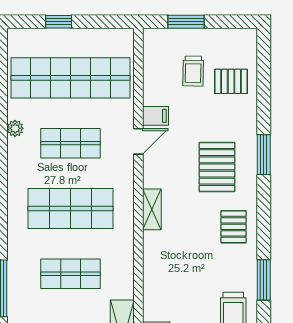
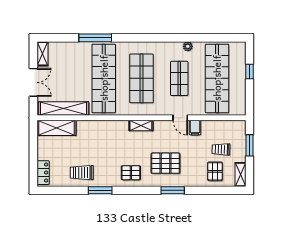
shelving: (236, 37) -> (240, 174), added
shop shelf: (70, 274) -> (104, 78), width x2.00, depth x1.36

